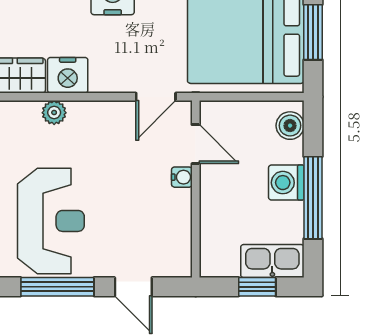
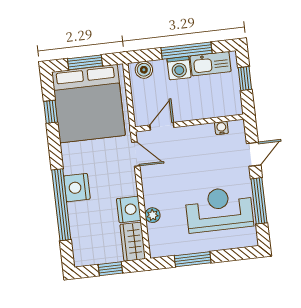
water cooler: (182, 177) -> (221, 128), moved
kitchen sink: (272, 261) -> (211, 64), moved, turned -90

